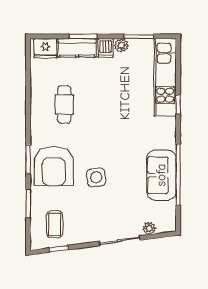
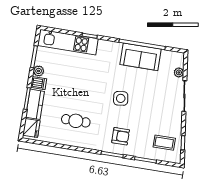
armchair: (54, 166) -> (121, 136), width x0.53, depth x0.53
side table: (96, 177) -> (121, 98), moved

